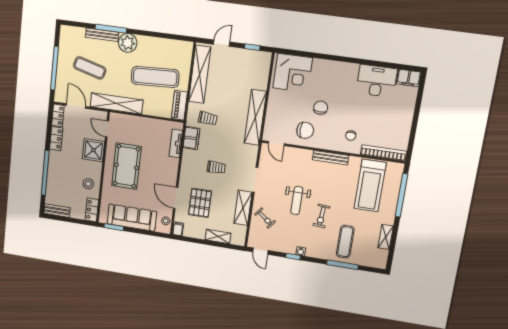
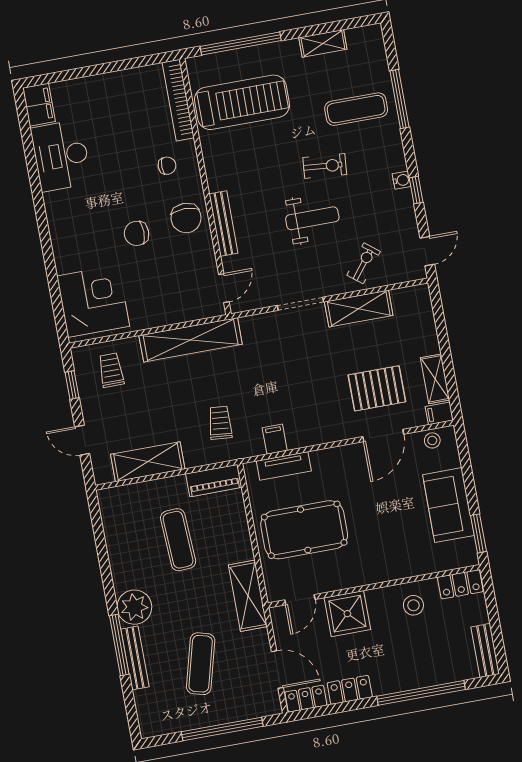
shelving: (200, 74) -> (148, 462), width x0.68
exercise mat: (155, 77) -> (178, 540), width x0.73, depth x0.69
shelving: (117, 103) -> (248, 596), width x0.68
door: (76, 106) -> (277, 669), swing flipped
chair: (305, 130) -> (186, 218), moved, turned 180
filing cabinet: (191, 138) -> (275, 439), width x0.50
bench: (331, 158) -> (223, 224), moved
pool table: (126, 166) -> (304, 530), moved
trolley: (216, 167) -> (111, 370), moved
sofa: (132, 218) -> (448, 505), width x0.73
shelving: (218, 236) -> (435, 379), moved

